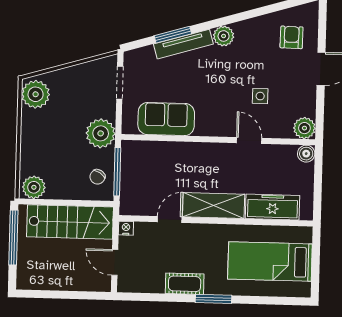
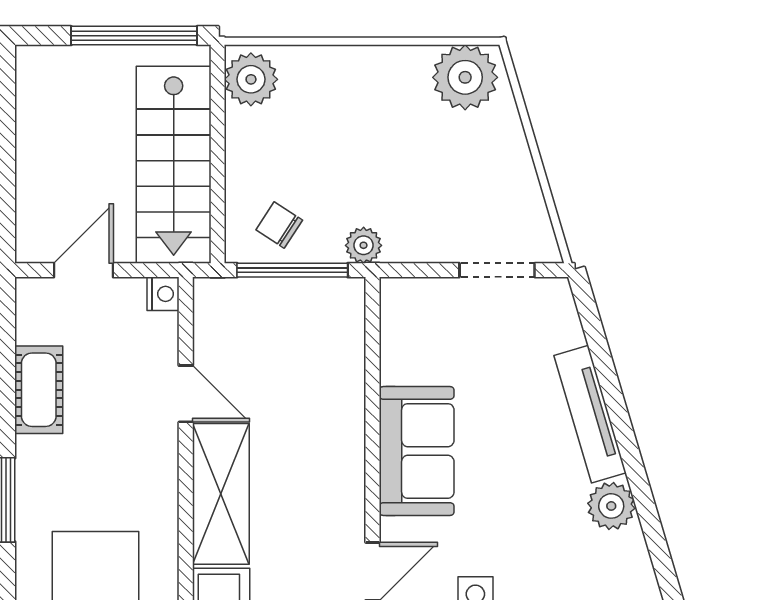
window: (173, 35) -> (611, 389), removed
sofa: (166, 119) -> (417, 451), moved
plant: (101, 133) -> (364, 245), width x0.53, depth x0.53
cot: (185, 284) -> (39, 390), moved

